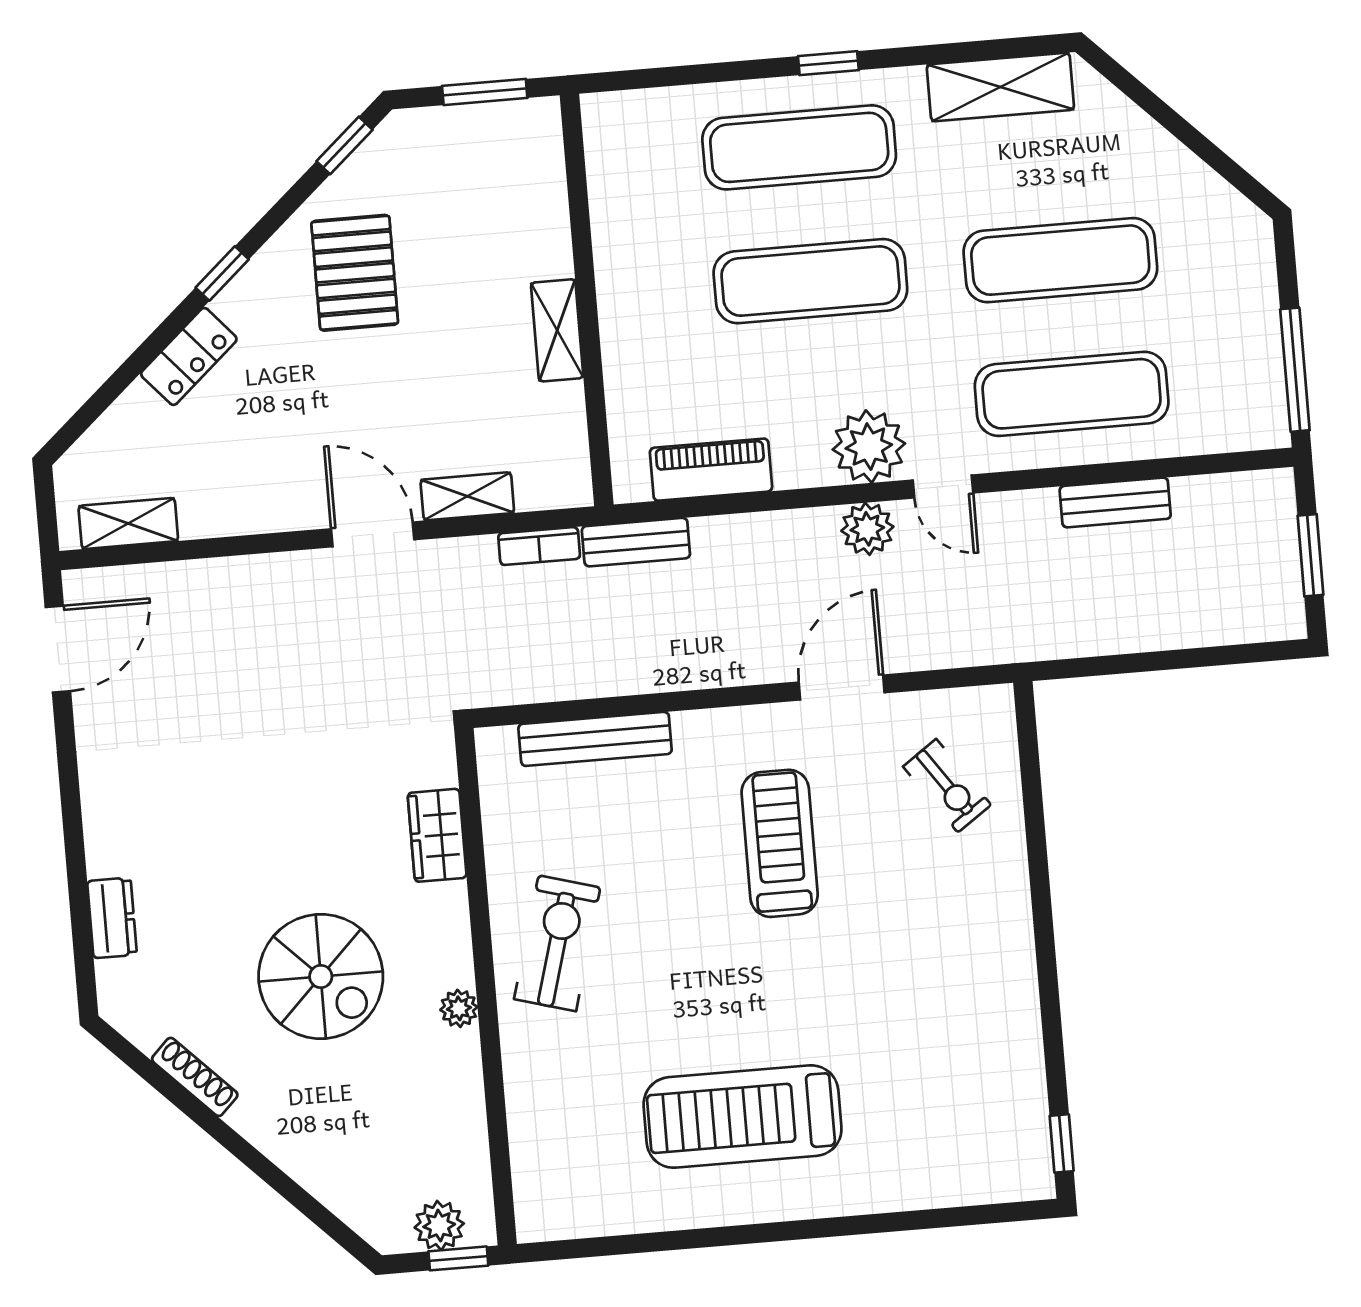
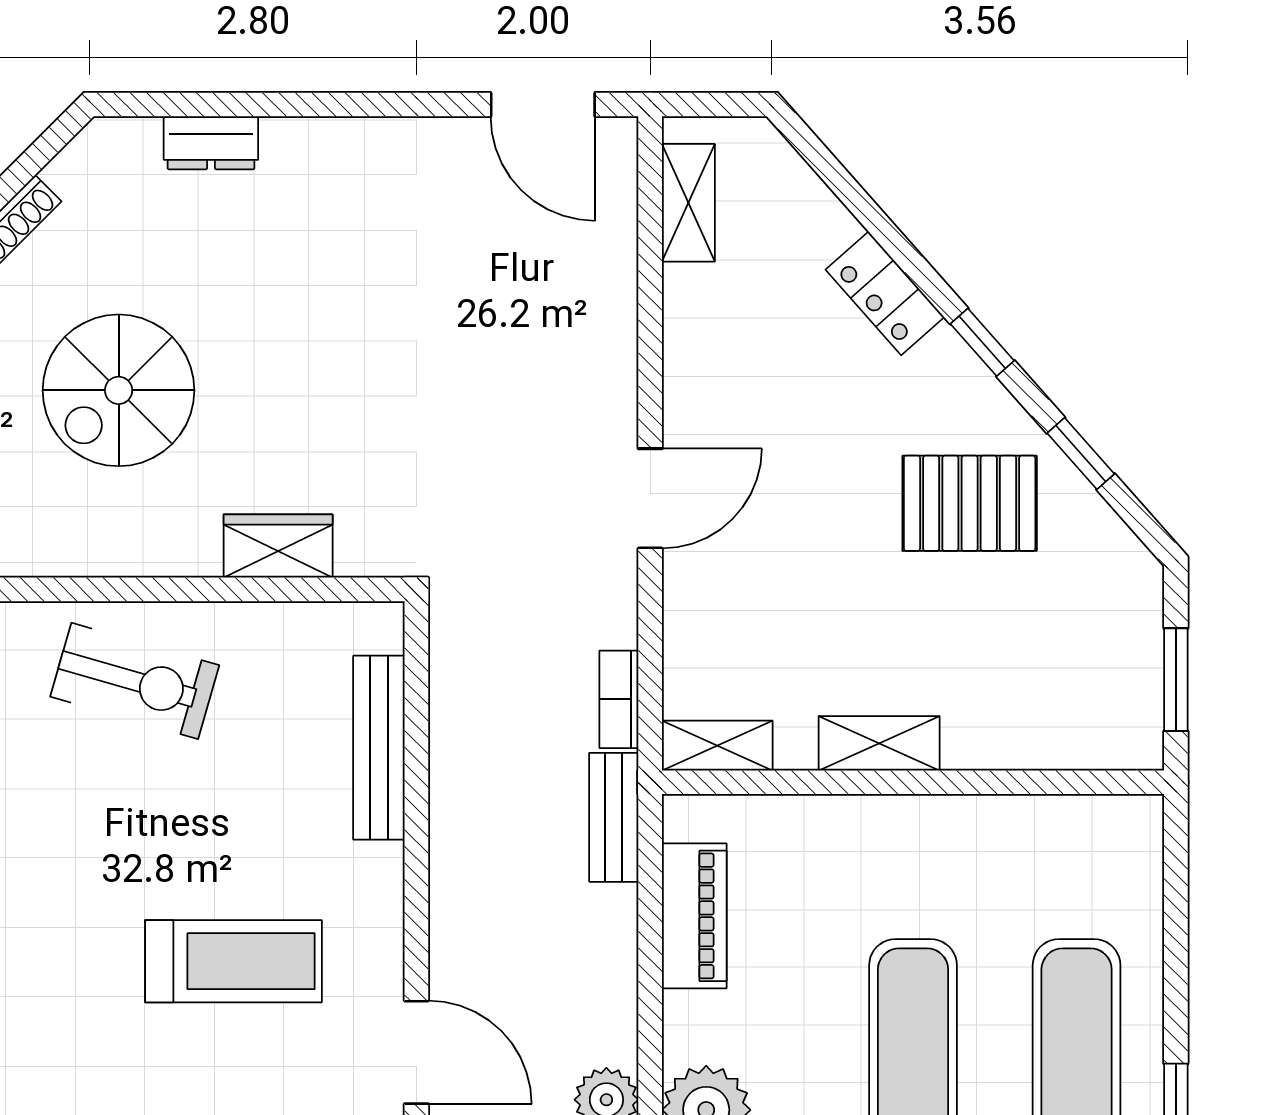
window: (344, 145) -> (1081, 454), moved
shelving: (467, 496) -> (717, 746), moved, turned 90
plant: (459, 1008) -> (66, 555), removed

